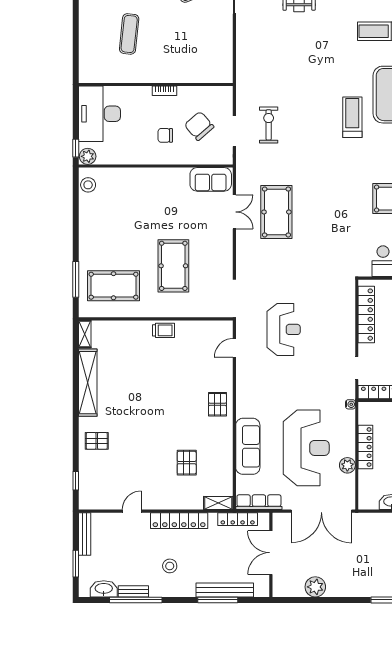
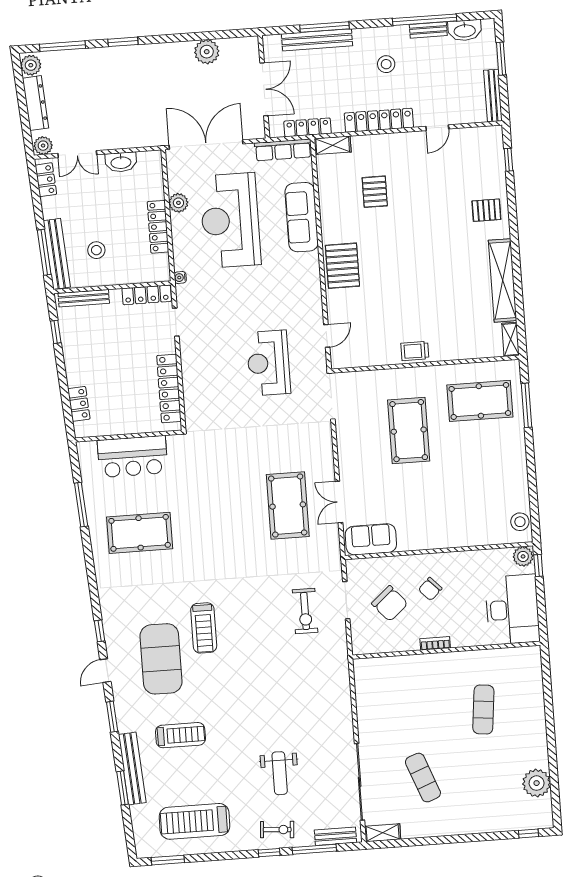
chair: (165, 135) -> (430, 589), turned 136
pallet: (217, 404) -> (342, 266), width x1.50, depth x1.42

